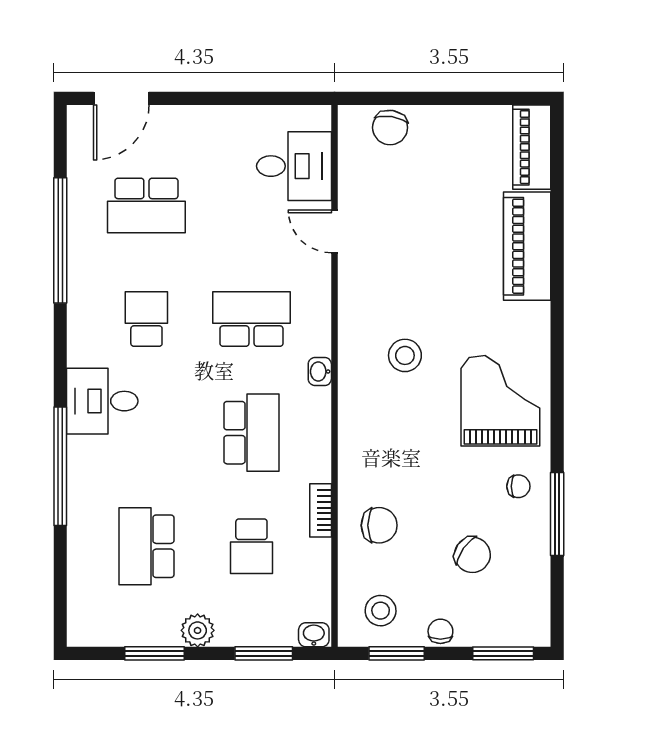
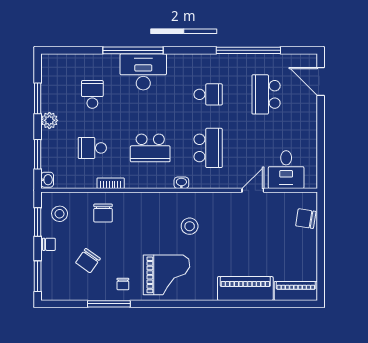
desk: (102, 401) -> (143, 72), moved, width x1.37
school desk: (146, 546) -> (92, 94), width x0.54

